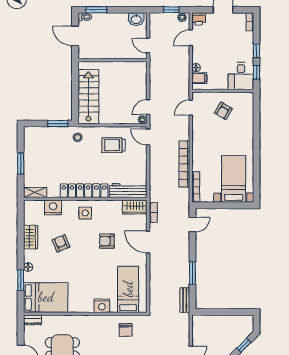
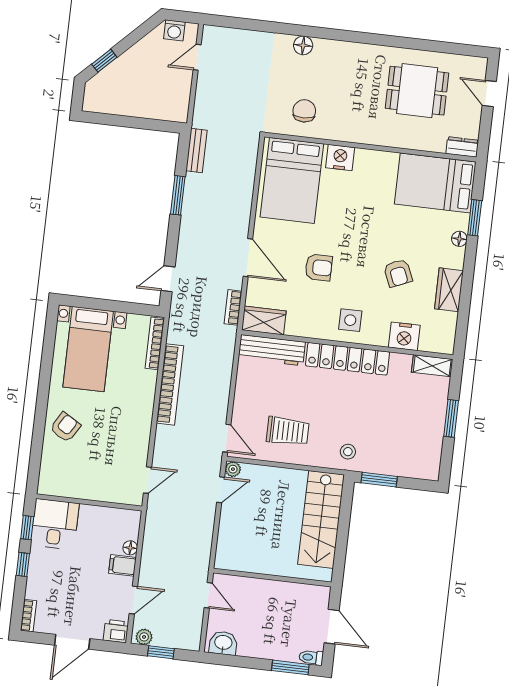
filing cabinet: (199, 78) -> (123, 565), moved
armchair: (223, 111) -> (65, 427), moved
bed: (128, 289) -> (292, 180), width x1.50

